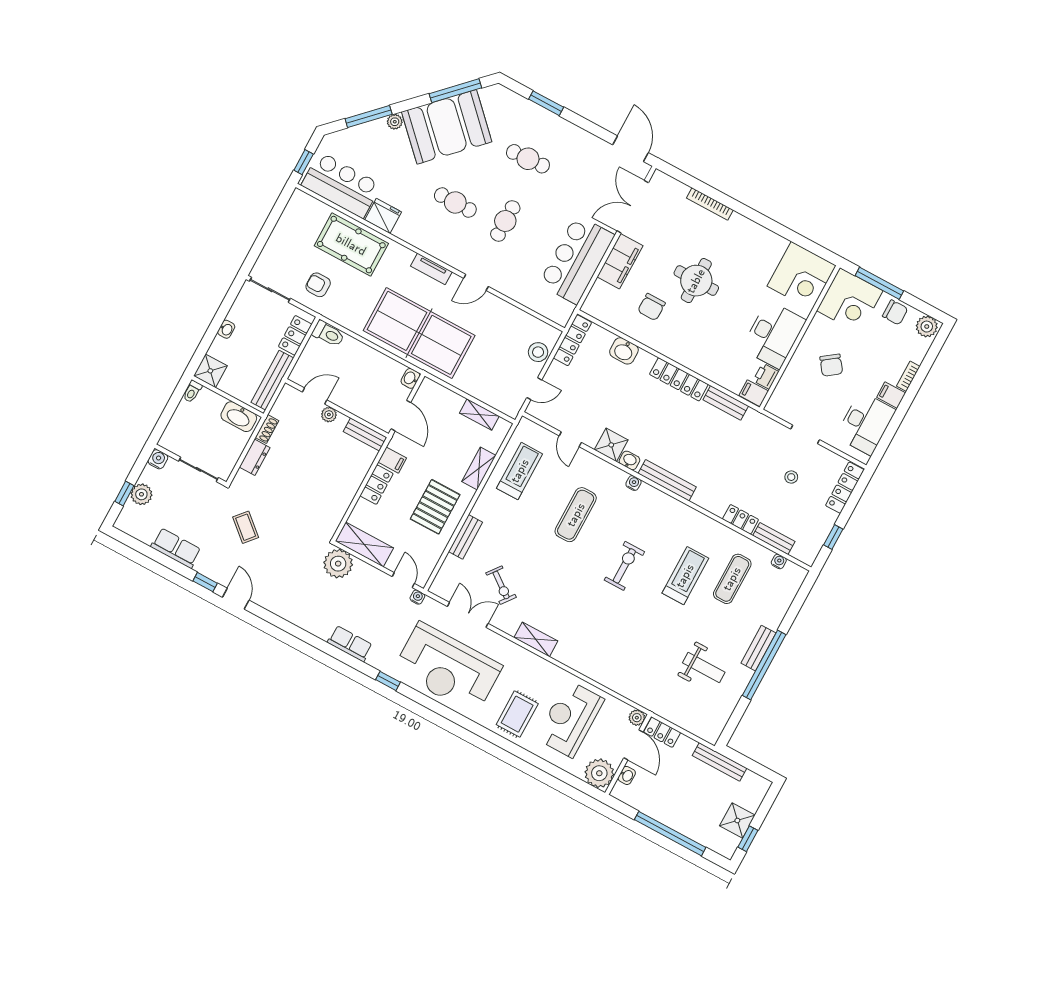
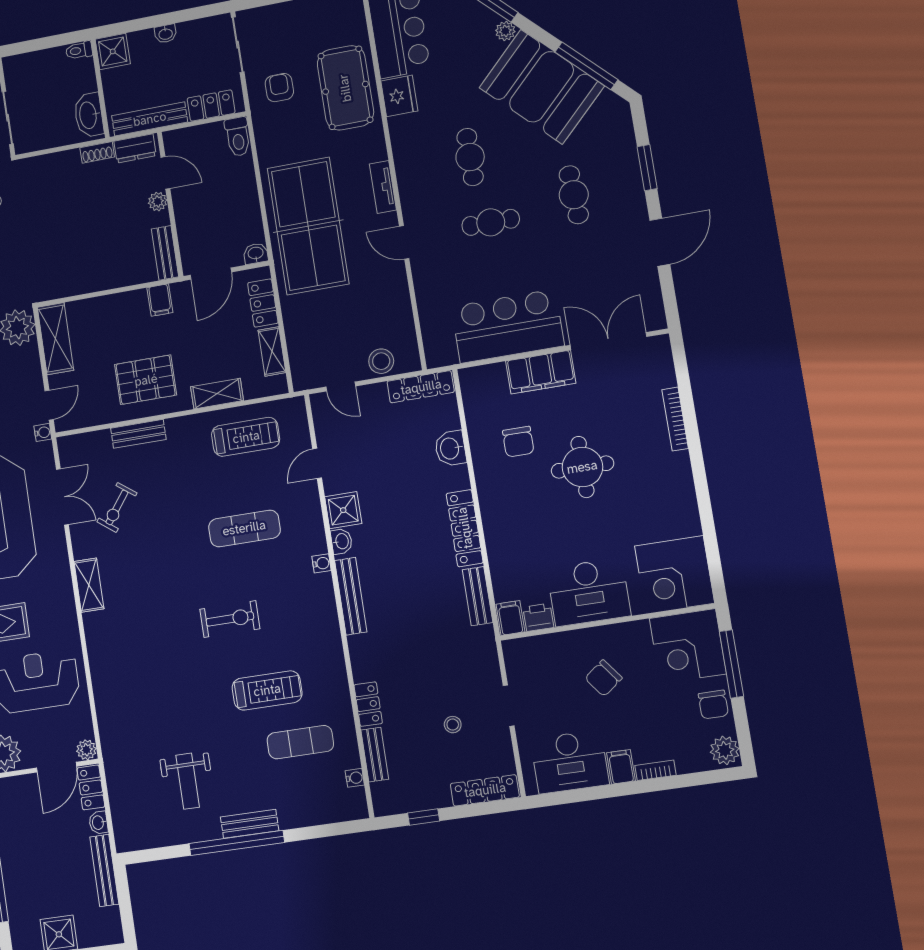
door: (631, 149) -> (660, 242), moved
chair: (652, 307) -> (518, 442), turned -90
dresser: (255, 457) -> (135, 148), moved
locker: (377, 485) -> (263, 303), moved, turned 90
washbasin: (627, 775) -> (98, 823), moved, turned 90

